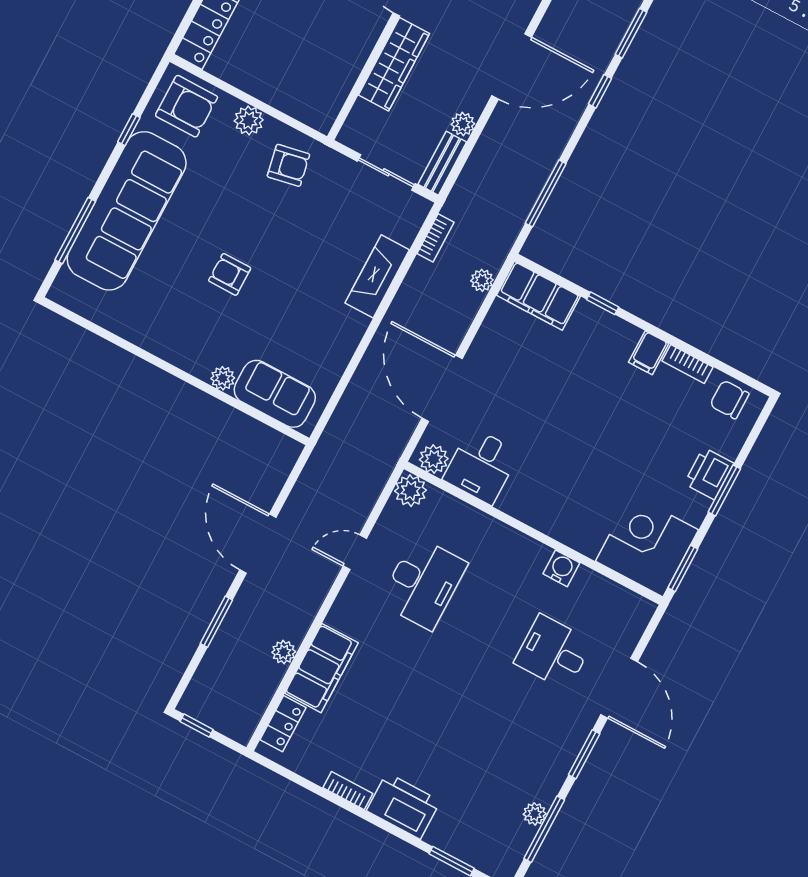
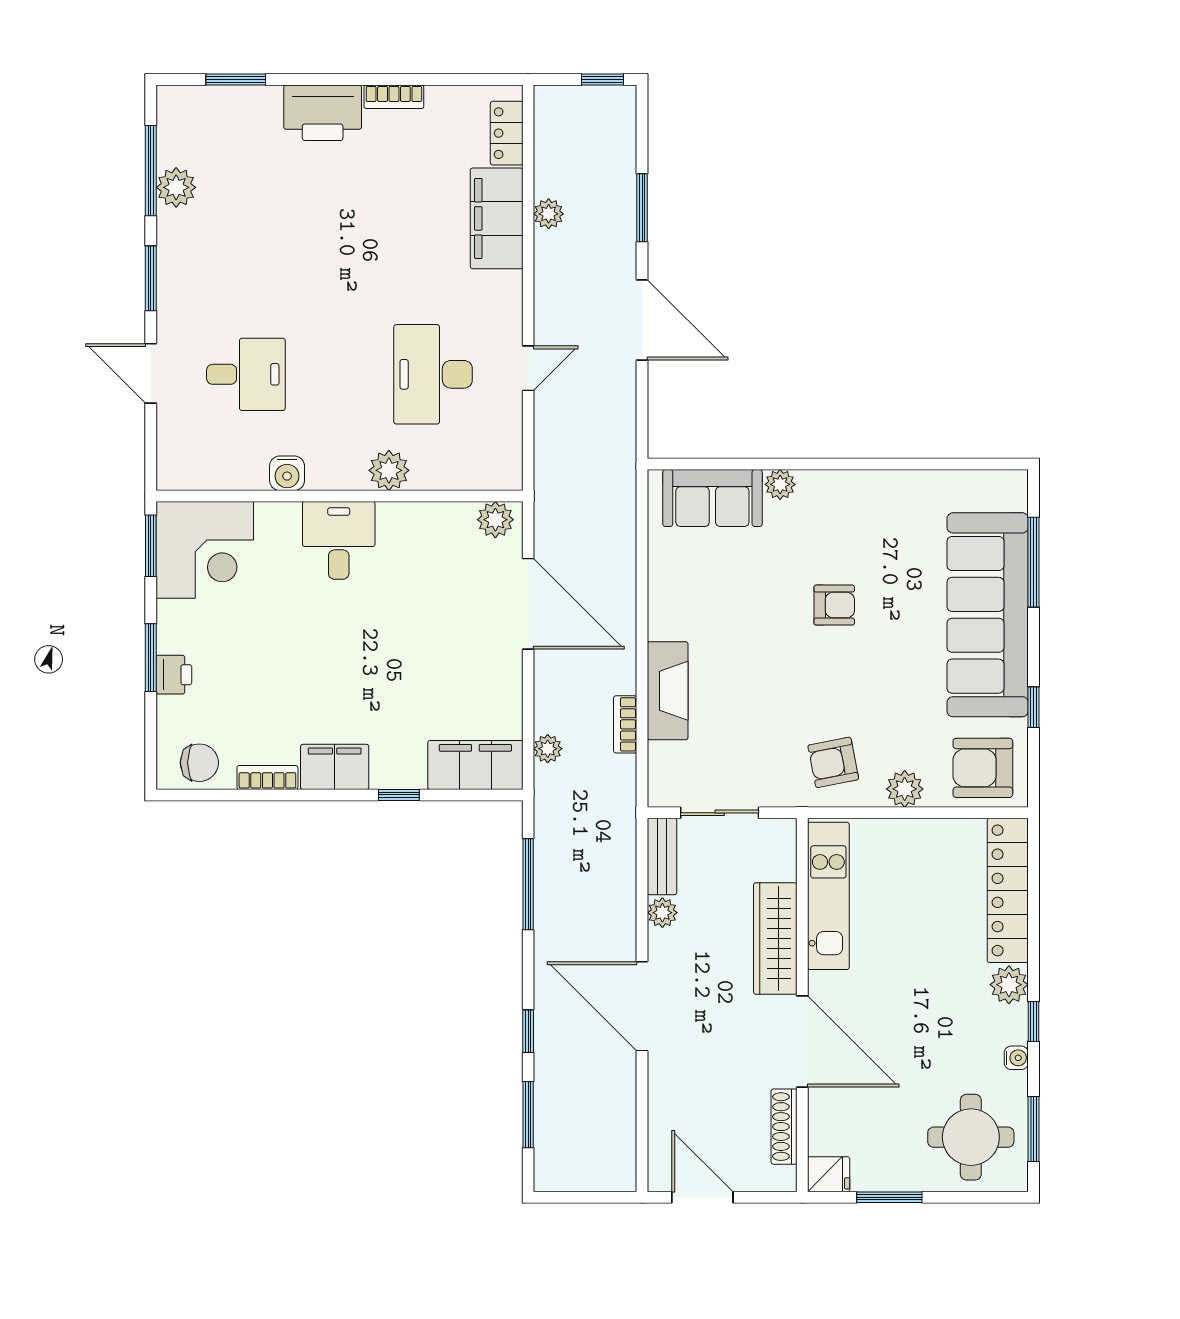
door: (512, 66) -> (642, 1006), hinge flipped
kitchen unit: (341, 74) -> (828, 896), added
bookcase: (435, 238) -> (625, 724), moved
filing cabinet: (649, 353) -> (335, 767), width x2.00
desk: (481, 466) -> (339, 540), moved
printer: (709, 473) -> (174, 675), width x0.73, depth x0.81
plant: (410, 491) -> (389, 470), moved
door: (619, 688) -> (151, 373), width x0.73
plant: (535, 814) -> (176, 187), width x1.38, depth x1.38

